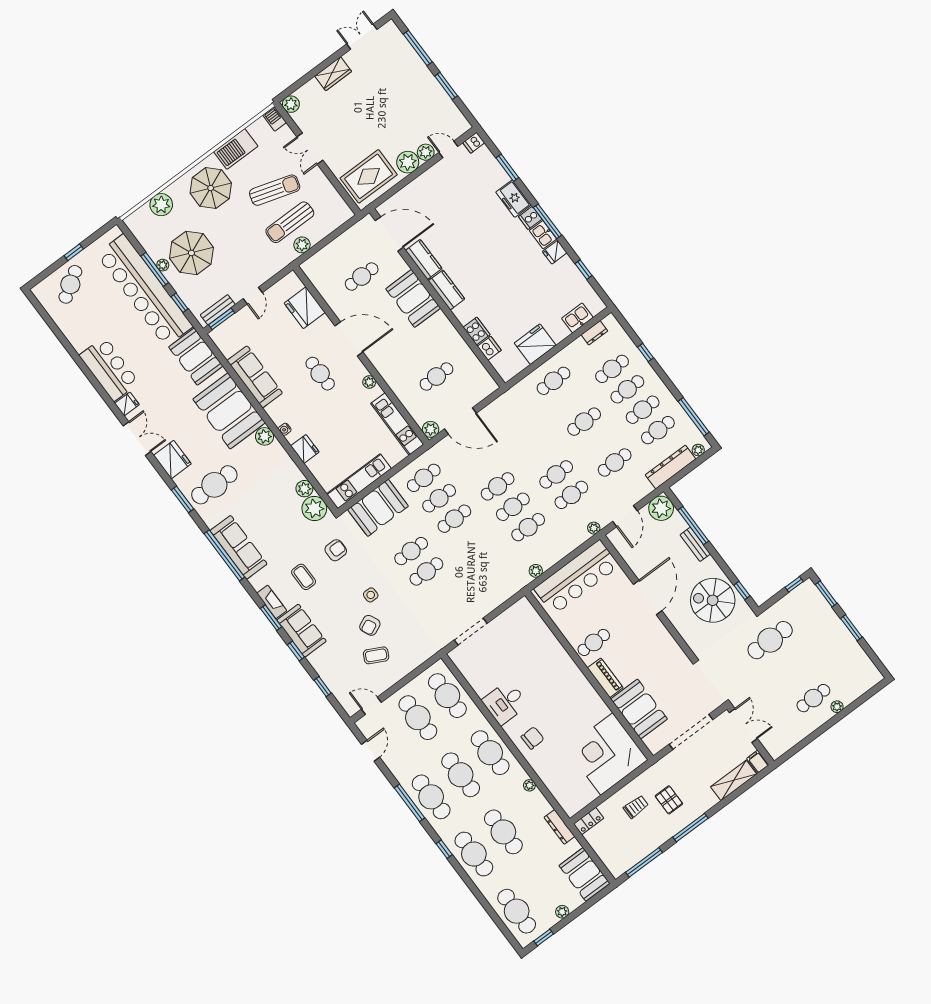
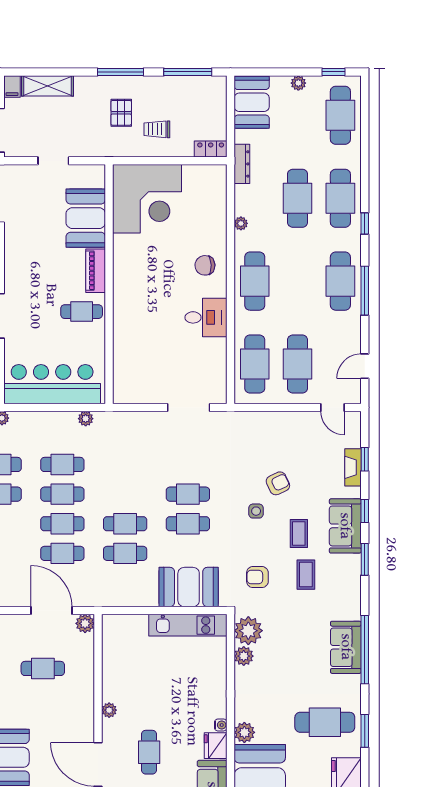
kitchen unit: (397, 424) -> (112, 652), removed
fridge: (305, 449) -> (216, 746), moved
cafe table: (424, 478) -> (62, 553), moved
sofa: (239, 547) -> (346, 647), width x0.73
fireplace: (272, 602) -> (353, 467), moved
coffee table: (376, 655) -> (299, 534), moved, turned 63
doorway: (691, 732) -> (53, 161), width x0.53
cafe table: (461, 775) -> (298, 281), removed

